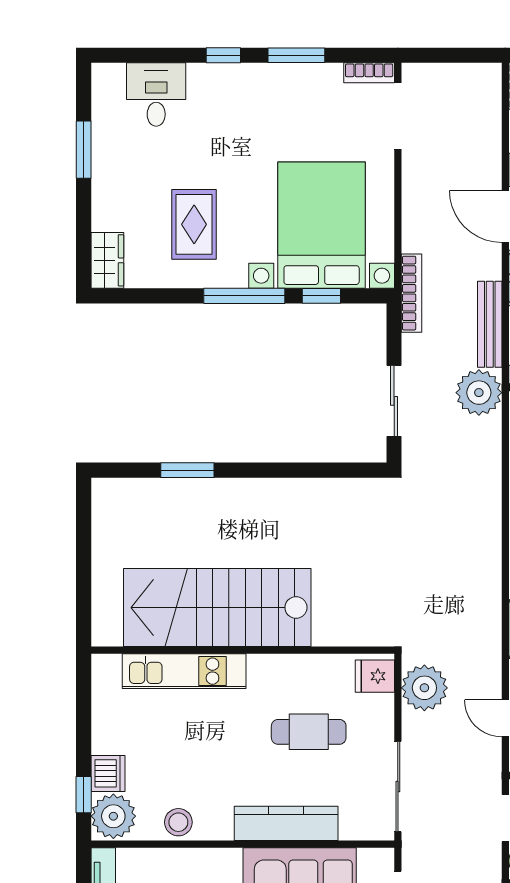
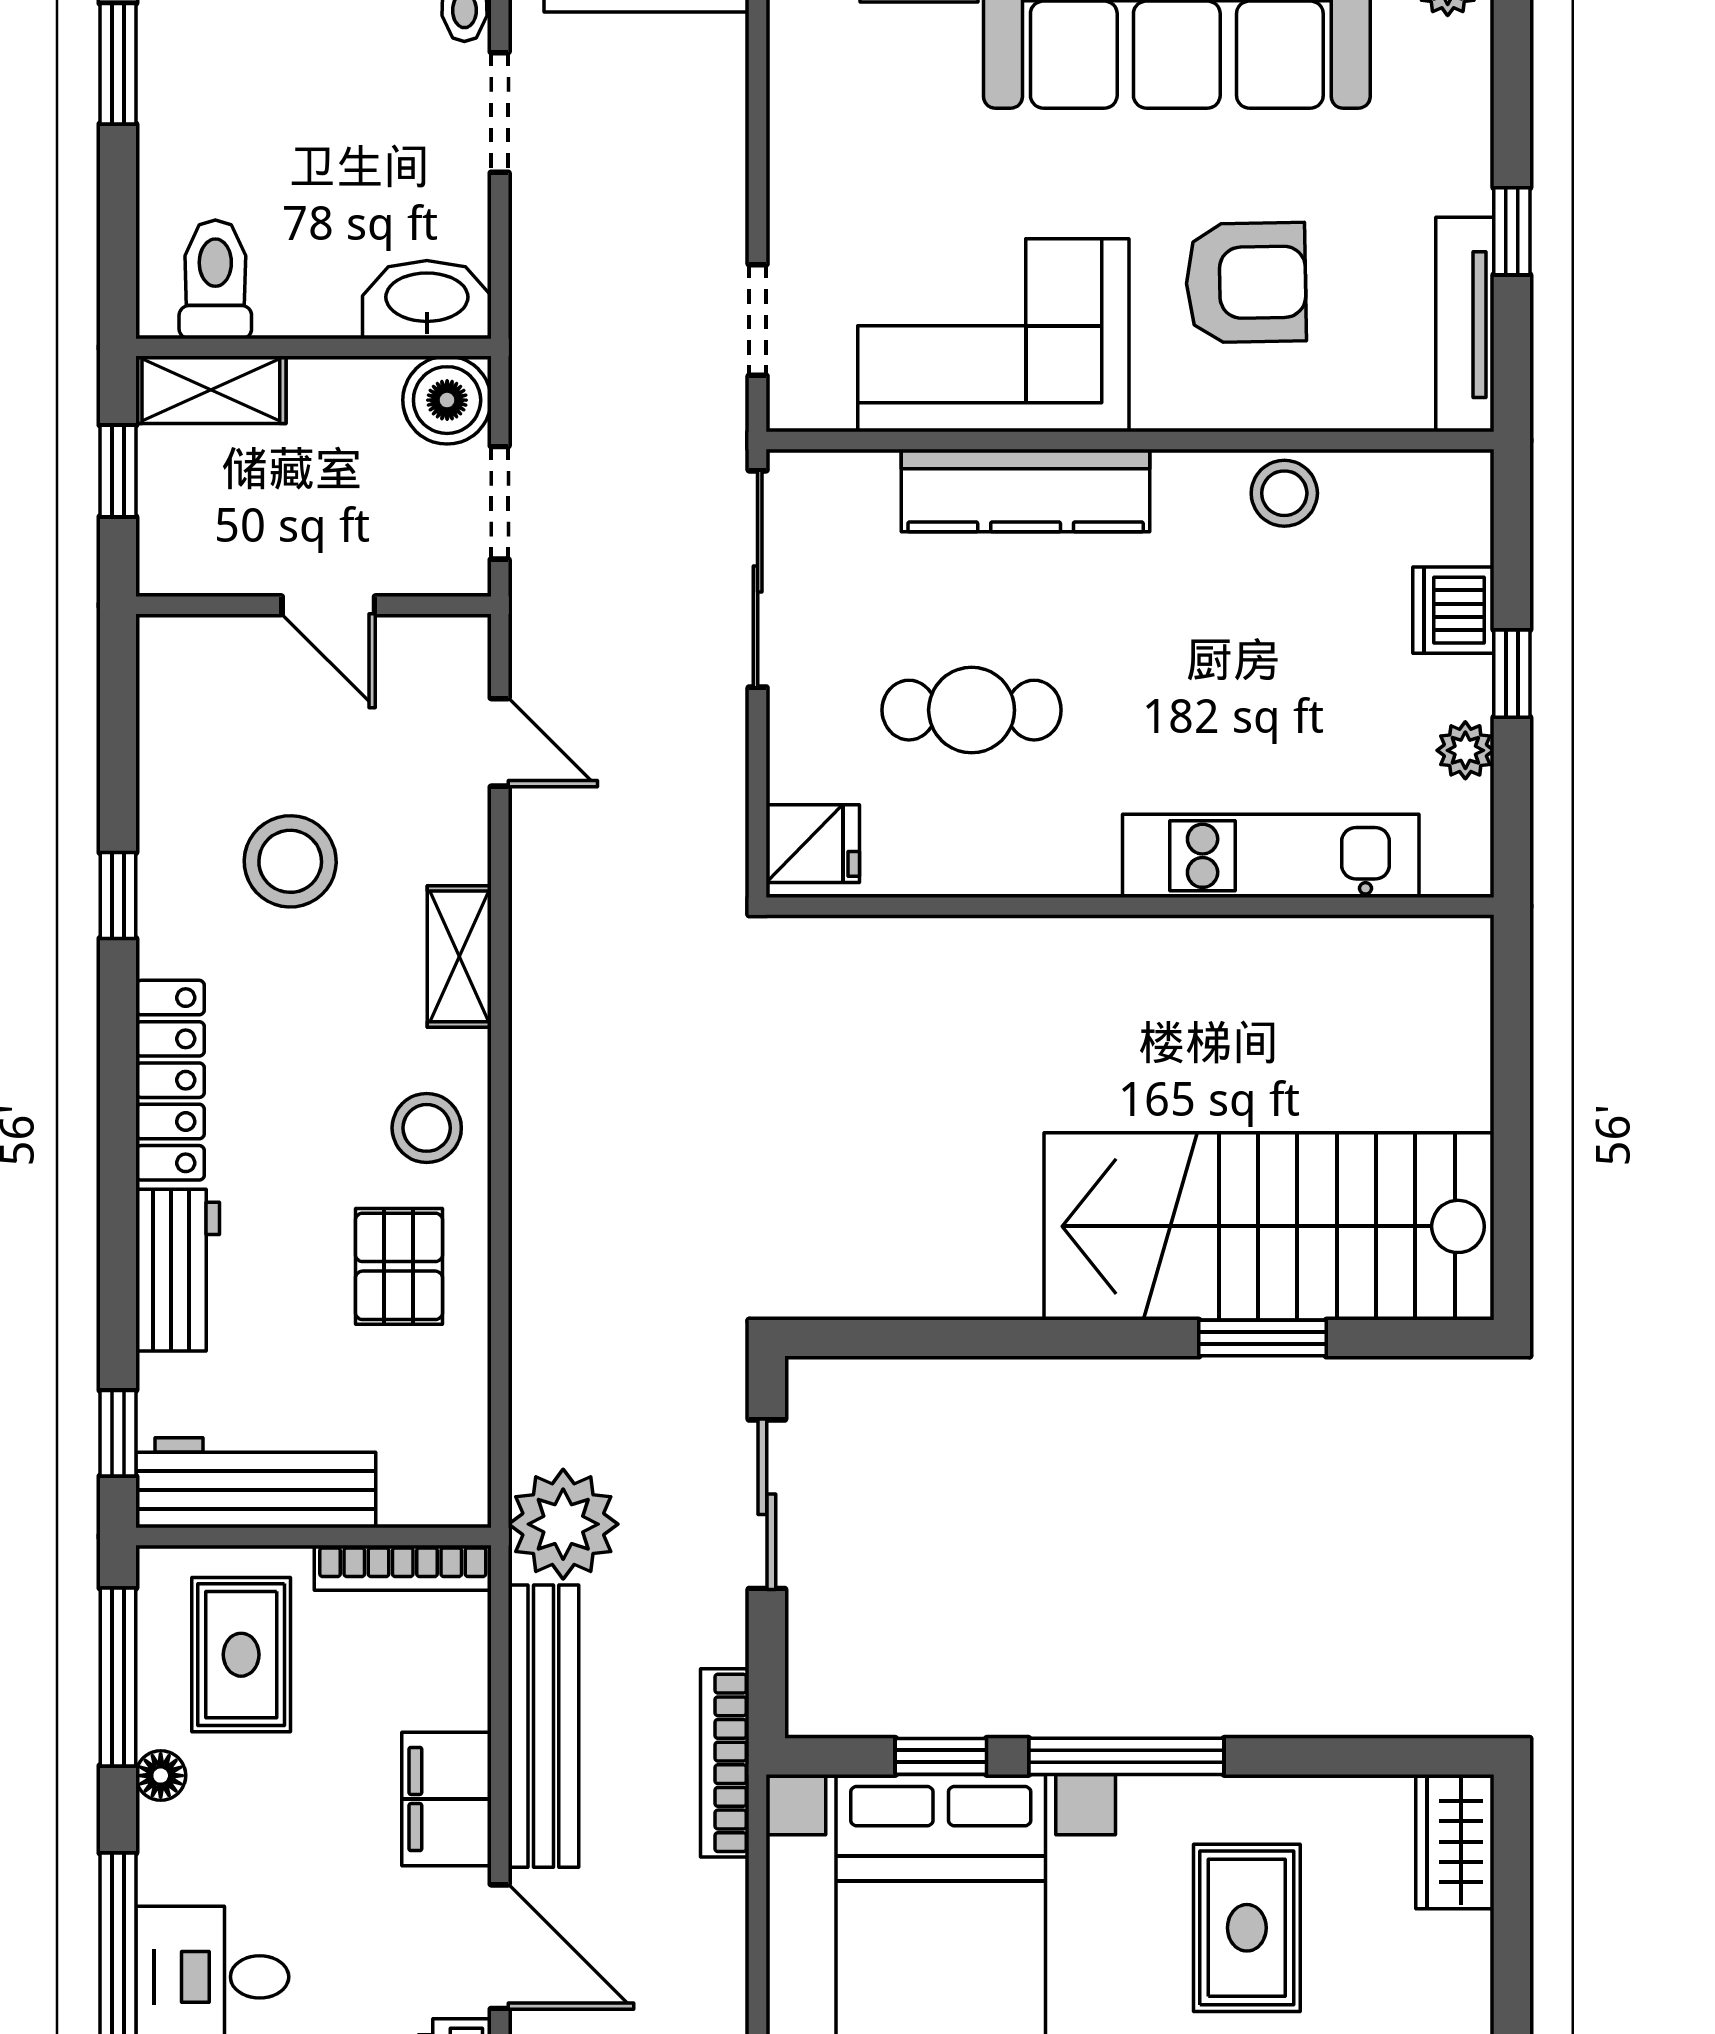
bench: (490, 324) -> (543, 1726), width x1.37, depth x1.21
stairs: (217, 608) -> (1269, 1226), moved, turned 180
plant: (424, 688) -> (694, 816), removed
window: (84, 795) -> (1512, 674), moved
plant: (113, 816) -> (1465, 750), moved, width x0.53, depth x0.53

